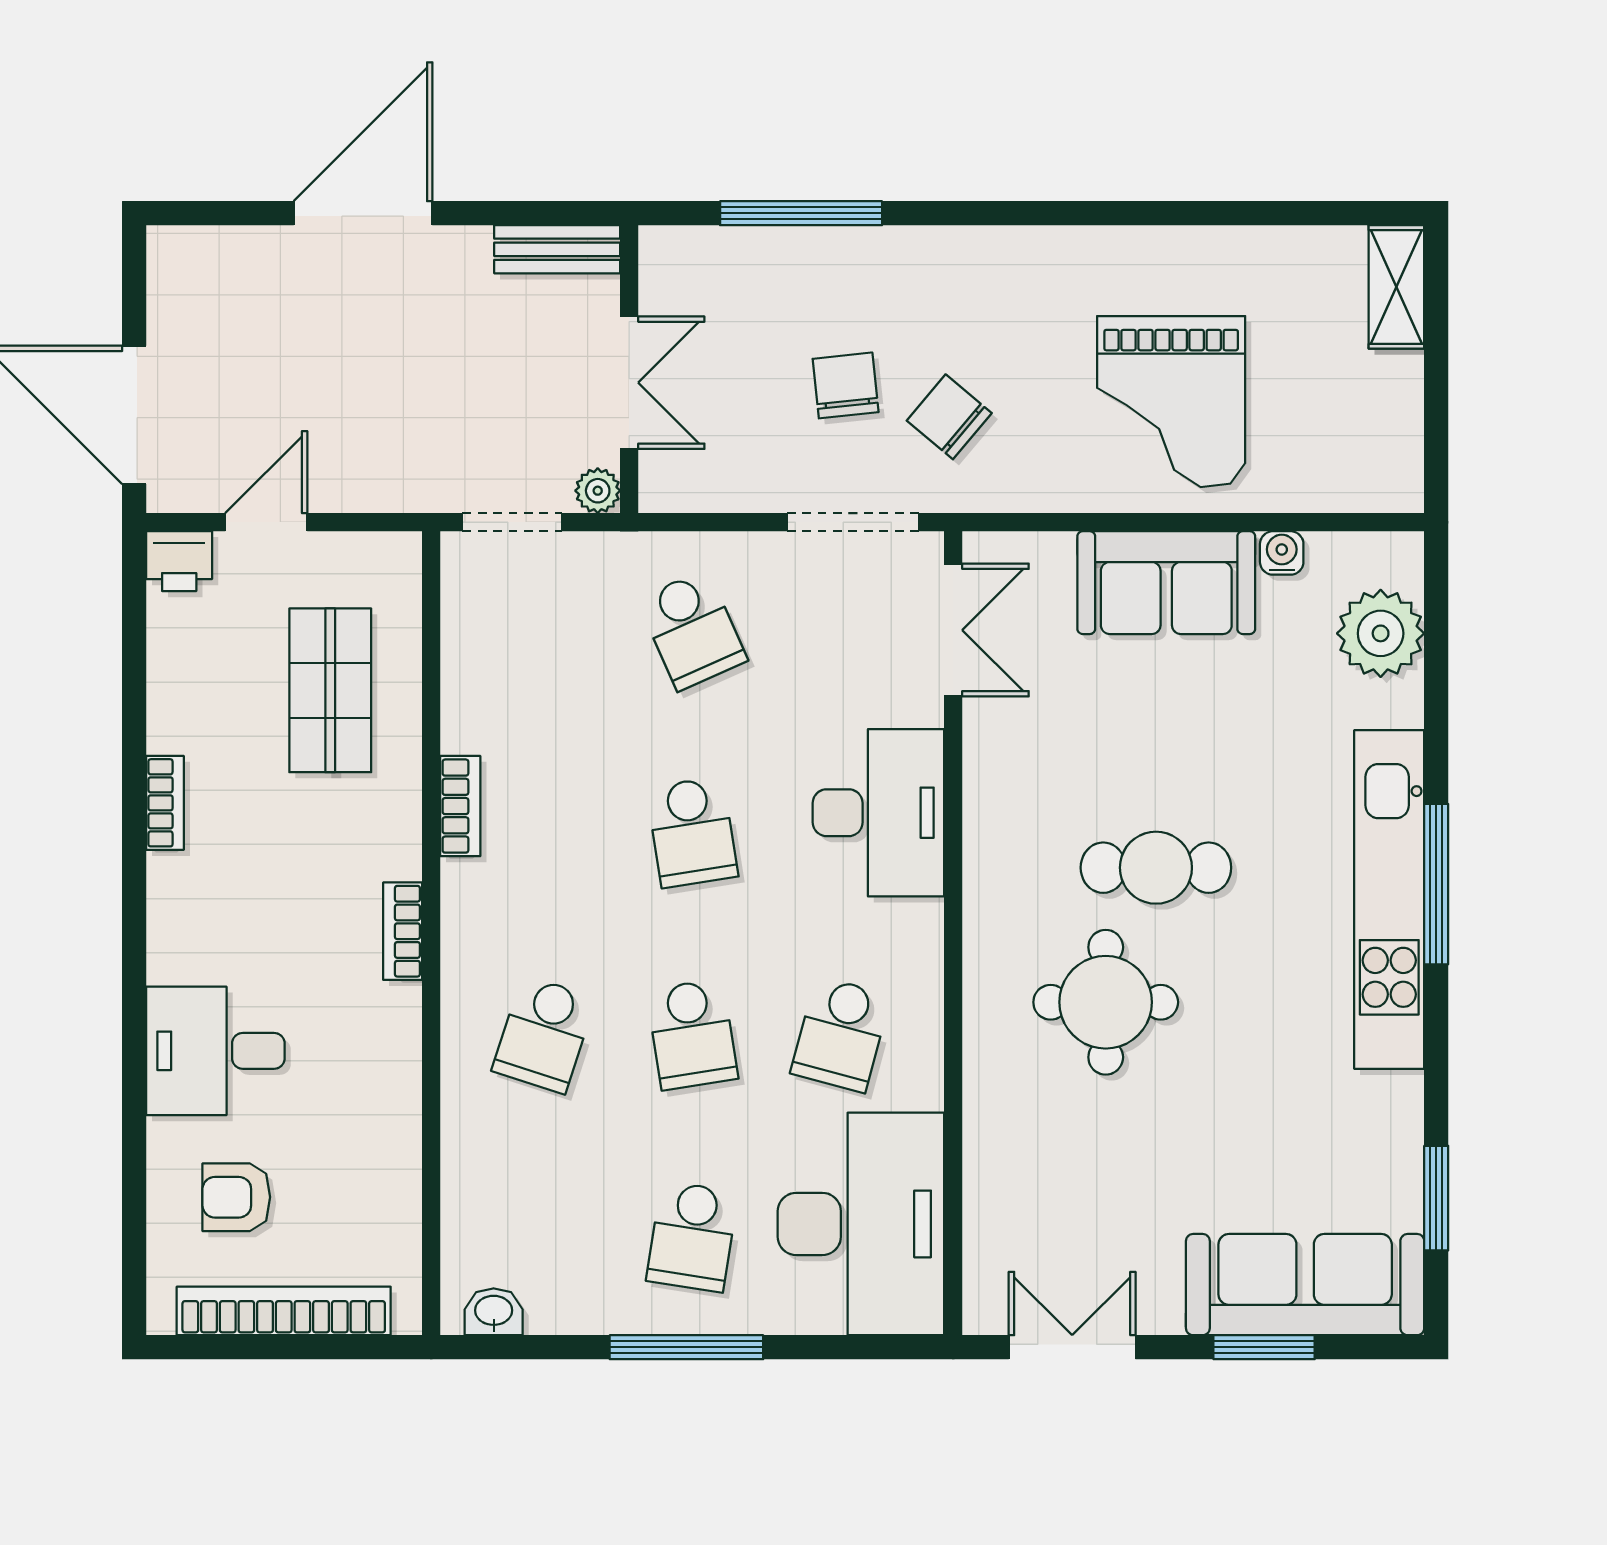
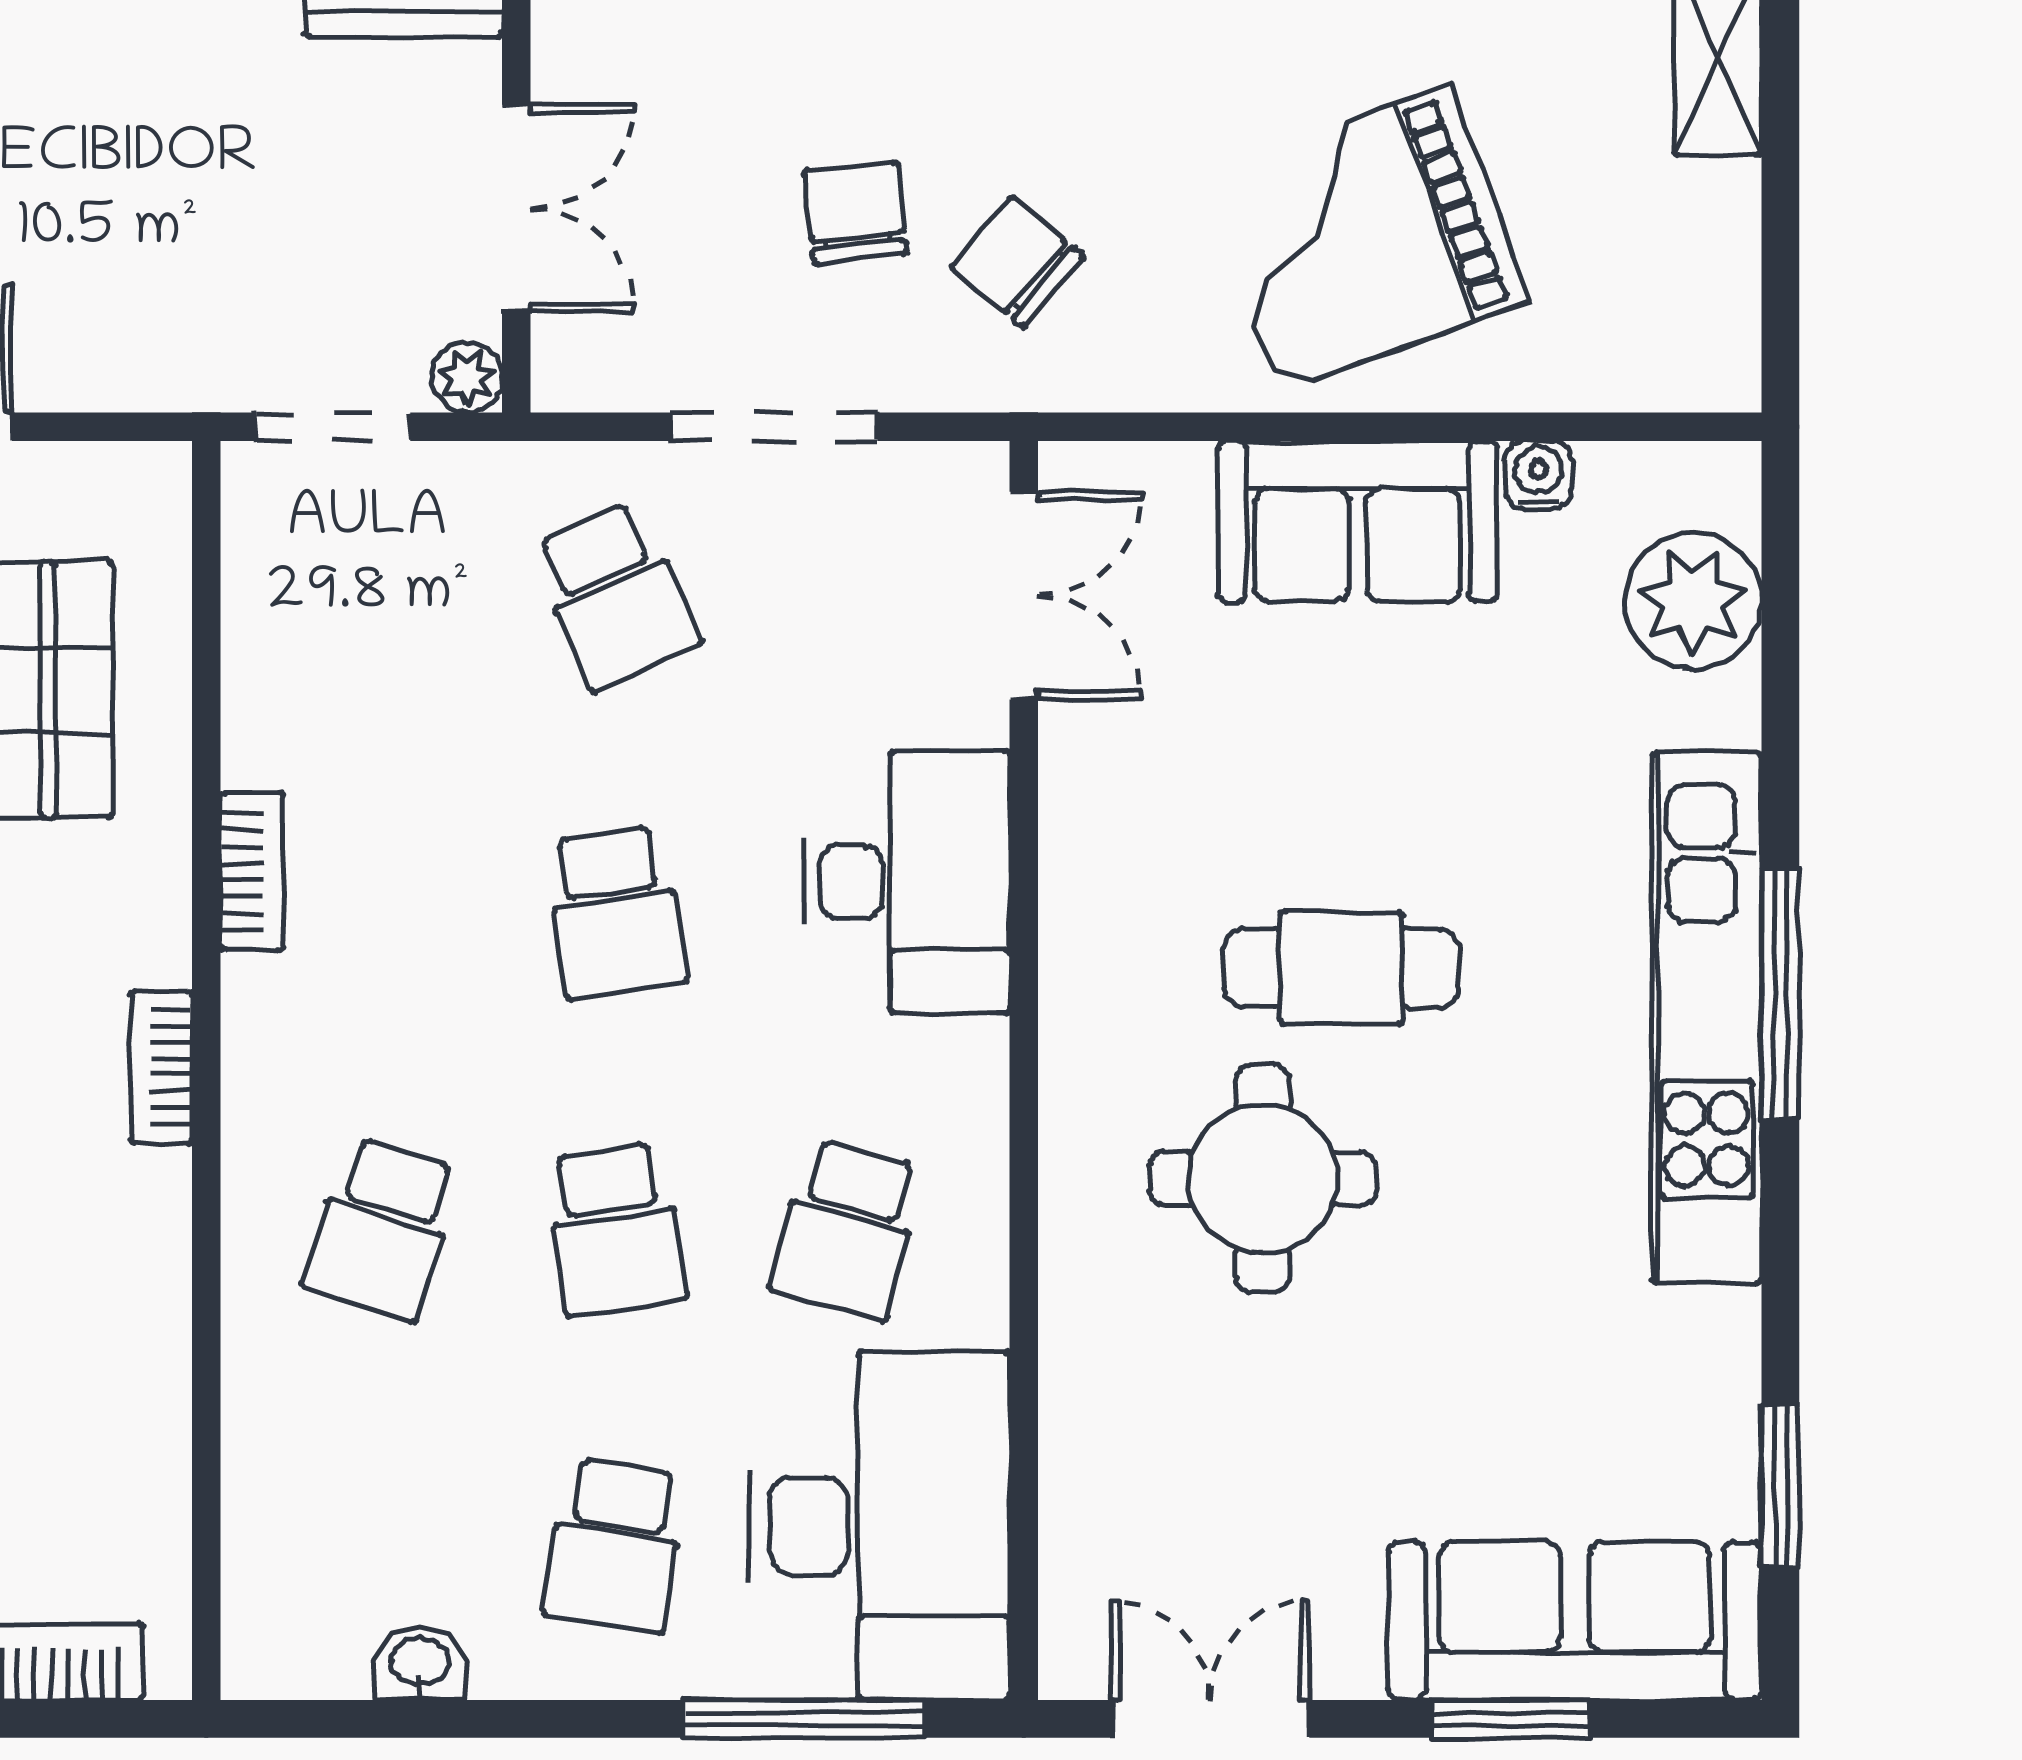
grand piano: (1171, 402) -> (1365, 238), turned 70
doorway: (853, 522) -> (774, 427), moved
washbasin: (494, 1312) -> (420, 1663), moved
window: (686, 1347) -> (804, 1719), moved

